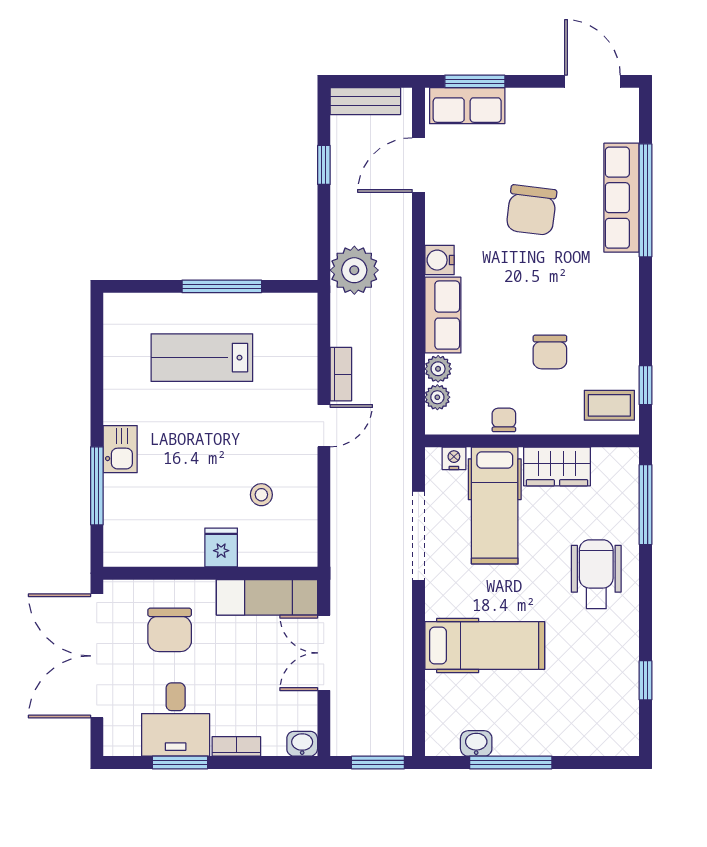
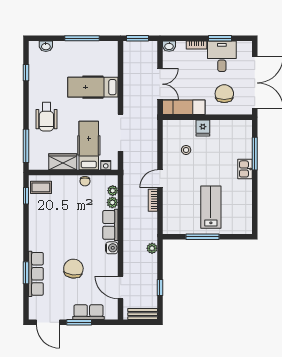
window: (475, 81) -> (79, 322), moved
row of seats: (467, 106) -> (88, 312), moved
door: (418, 165) -> (121, 287), swing flipped
window: (645, 200) -> (26, 273), width x0.47
plant: (354, 270) -> (152, 248), width x0.53, depth x0.53
chair: (550, 352) -> (66, 209), removed
lab bench: (202, 358) -> (211, 207), turned -90
washbasin: (476, 743) -> (46, 46), moved

